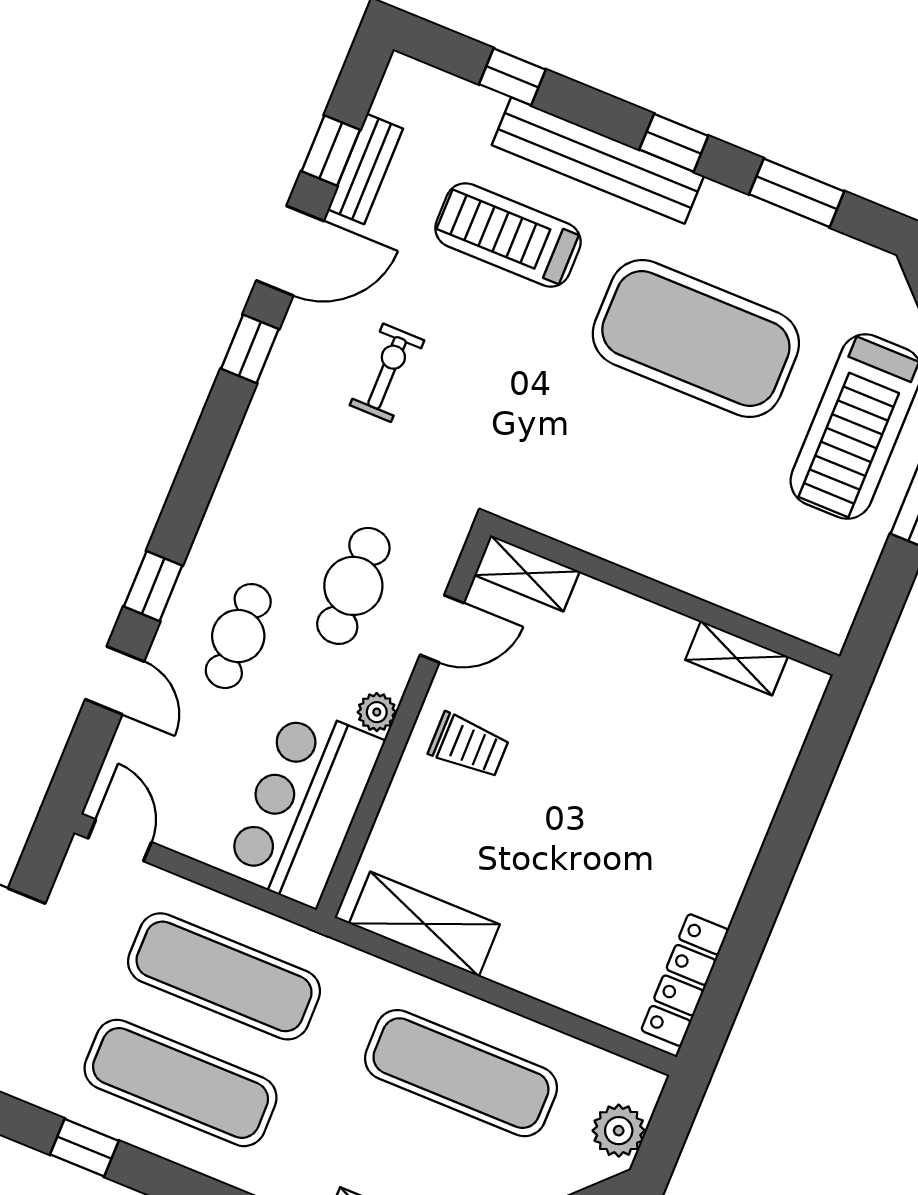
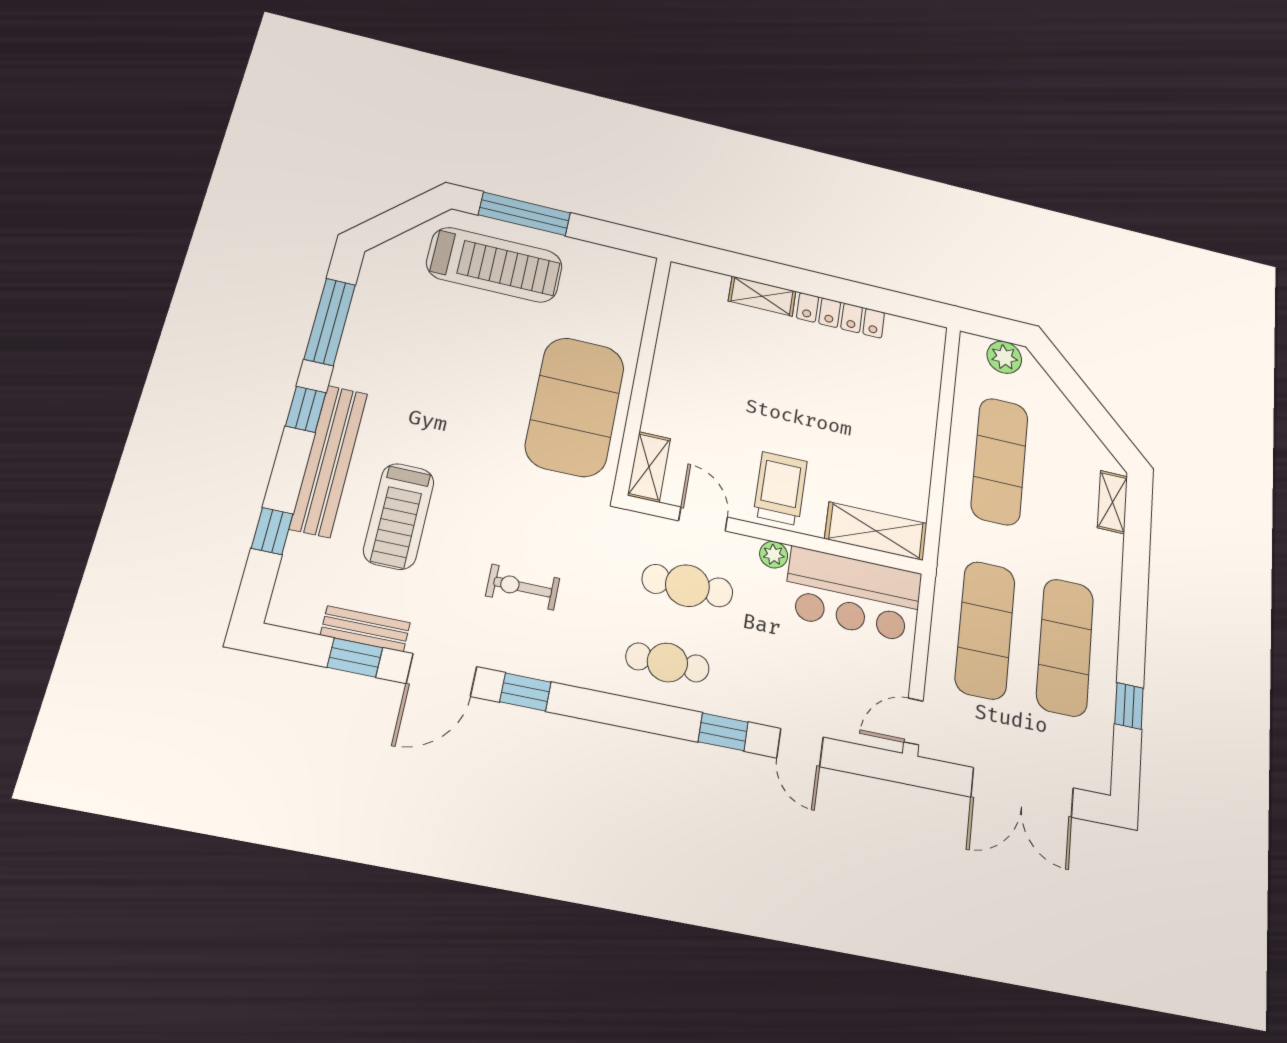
window: (797, 193) -> (330, 322), width x1.44
door: (290, 251) -> (442, 675), swing flipped
exercise mat: (696, 338) -> (575, 407), moved
cafe table: (238, 636) -> (667, 662), moved
shelving: (737, 658) -> (762, 296), moved, turned 90
door: (115, 680) -> (800, 747), swing flipped
trolley: (469, 746) -> (780, 488), width x1.36, depth x1.39
shelving: (424, 924) -> (876, 531), moved, turned 90
locker: (685, 980) -> (841, 315), moved

